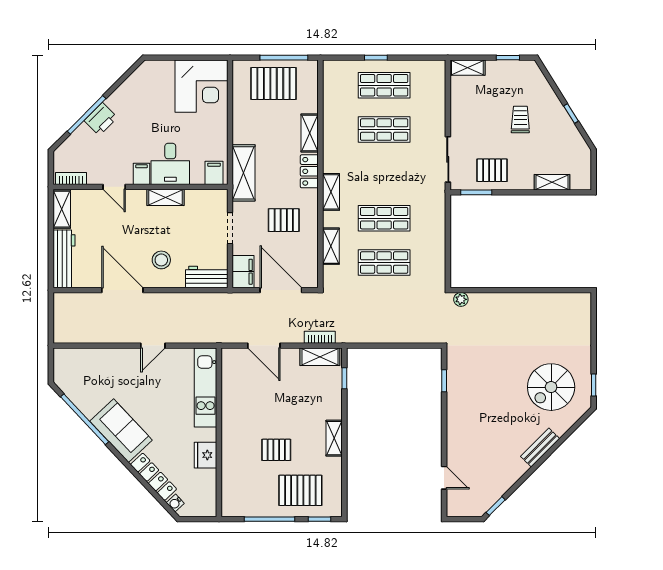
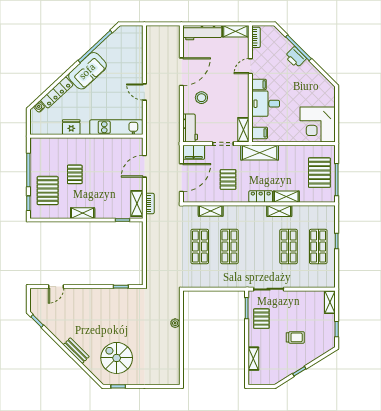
shelving: (331, 192) -> (279, 211), moved
shelving: (166, 197) -> (243, 130), moved
plant: (461, 299) -> (175, 323), moved

